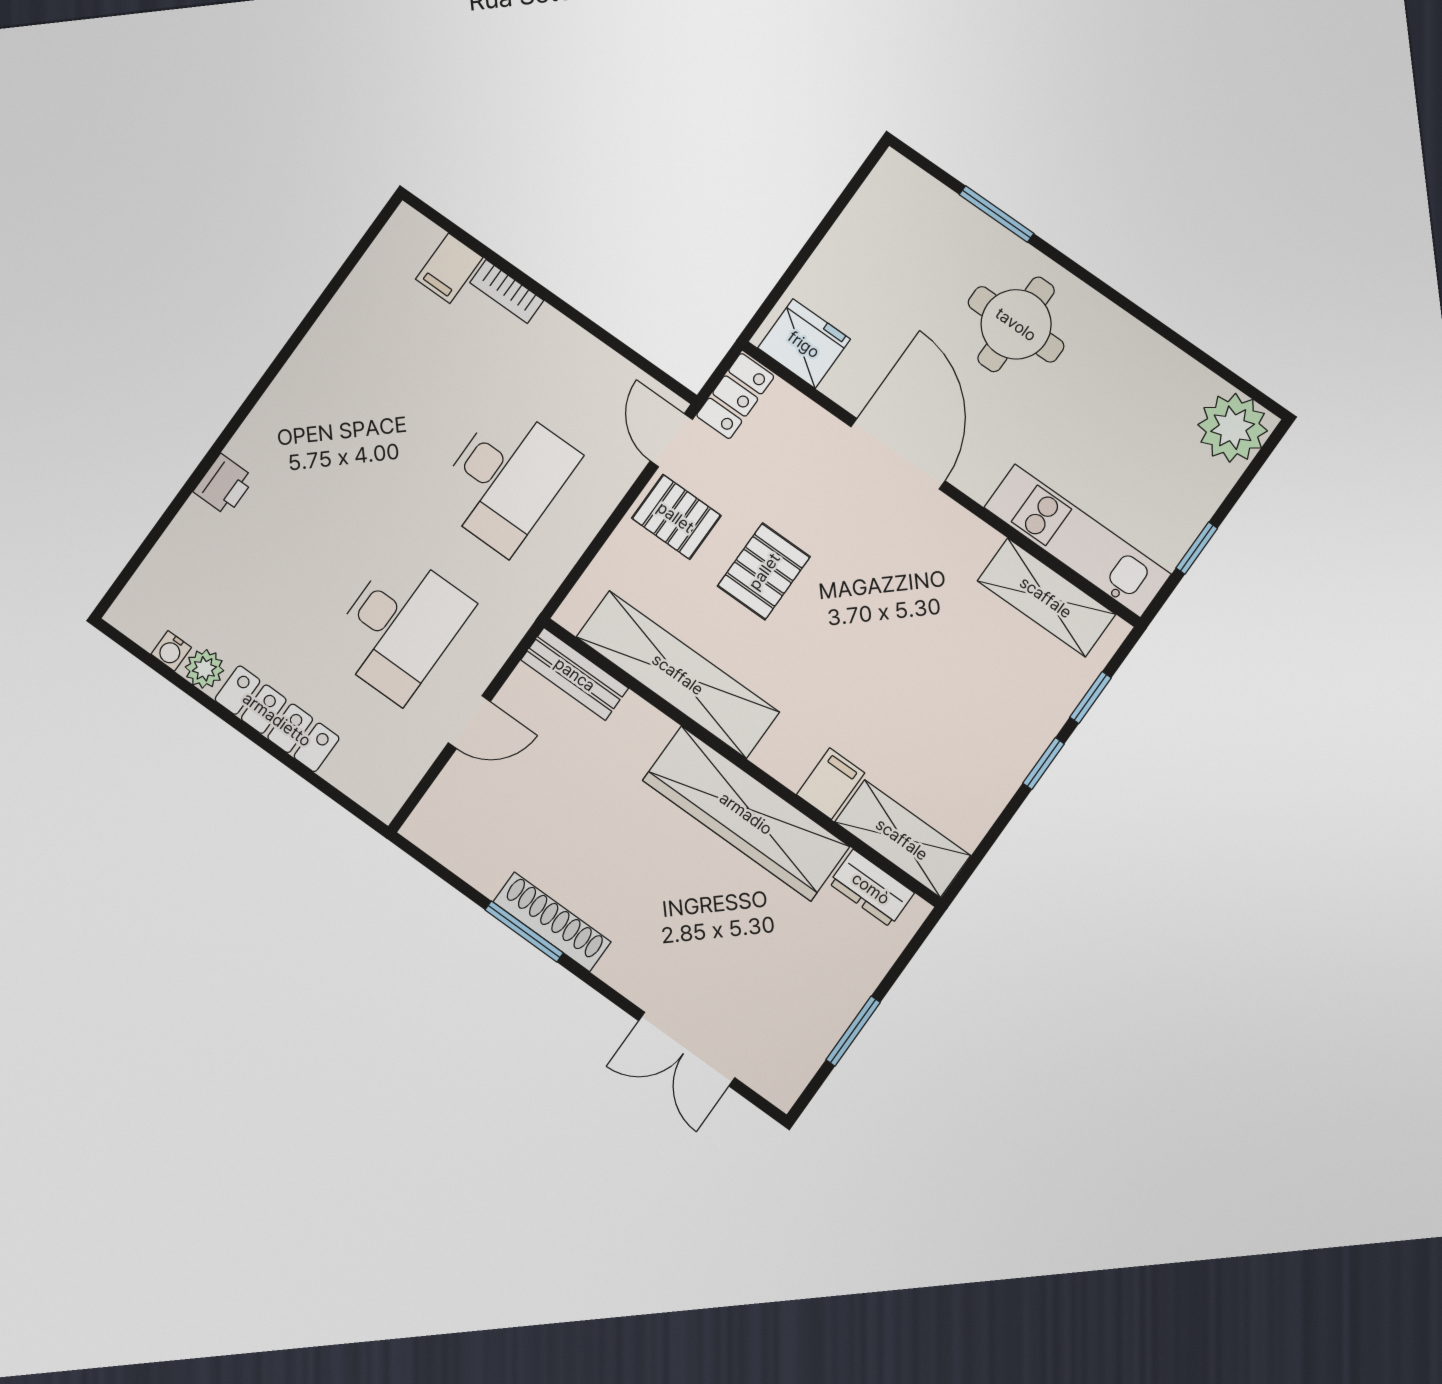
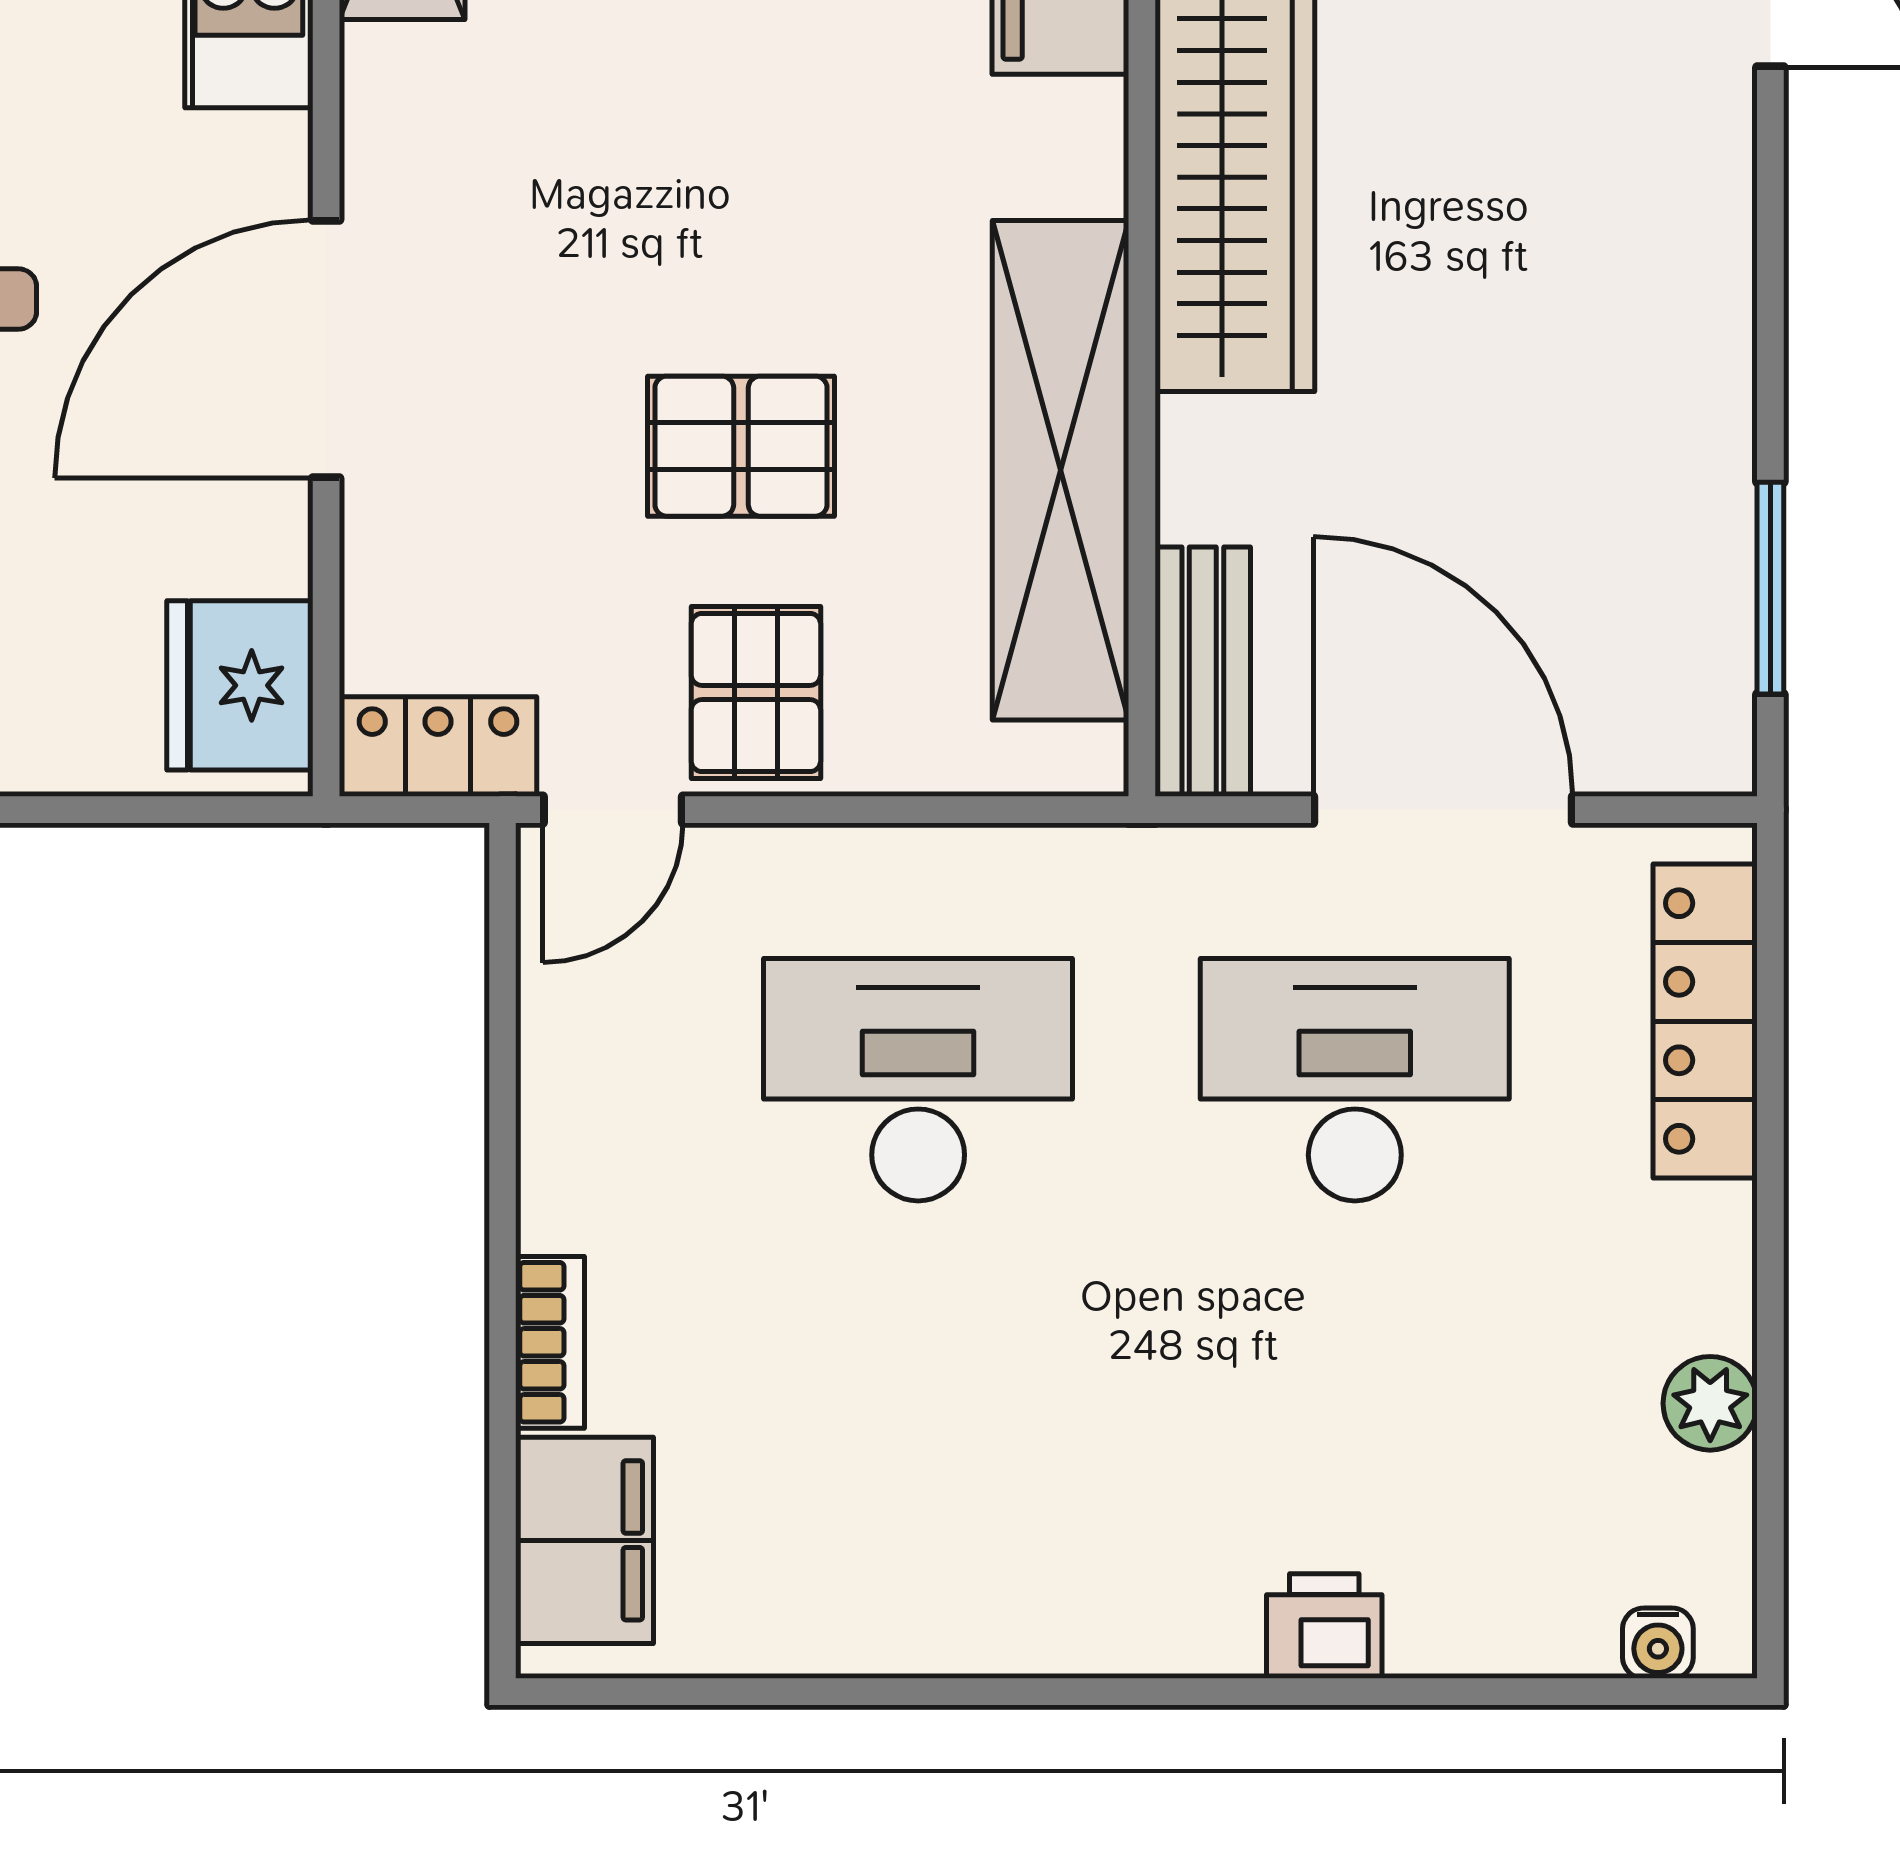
filing cabinet: (449, 268) -> (585, 1540), width x2.00
water cooler: (171, 651) -> (1658, 1643), moved, turned 90
locker: (277, 719) -> (1705, 1021), moved
door: (469, 722) -> (1443, 810), width x1.87
shoe rack: (552, 922) -> (1713, 371), removed
window: (524, 931) -> (1770, 588), moved

